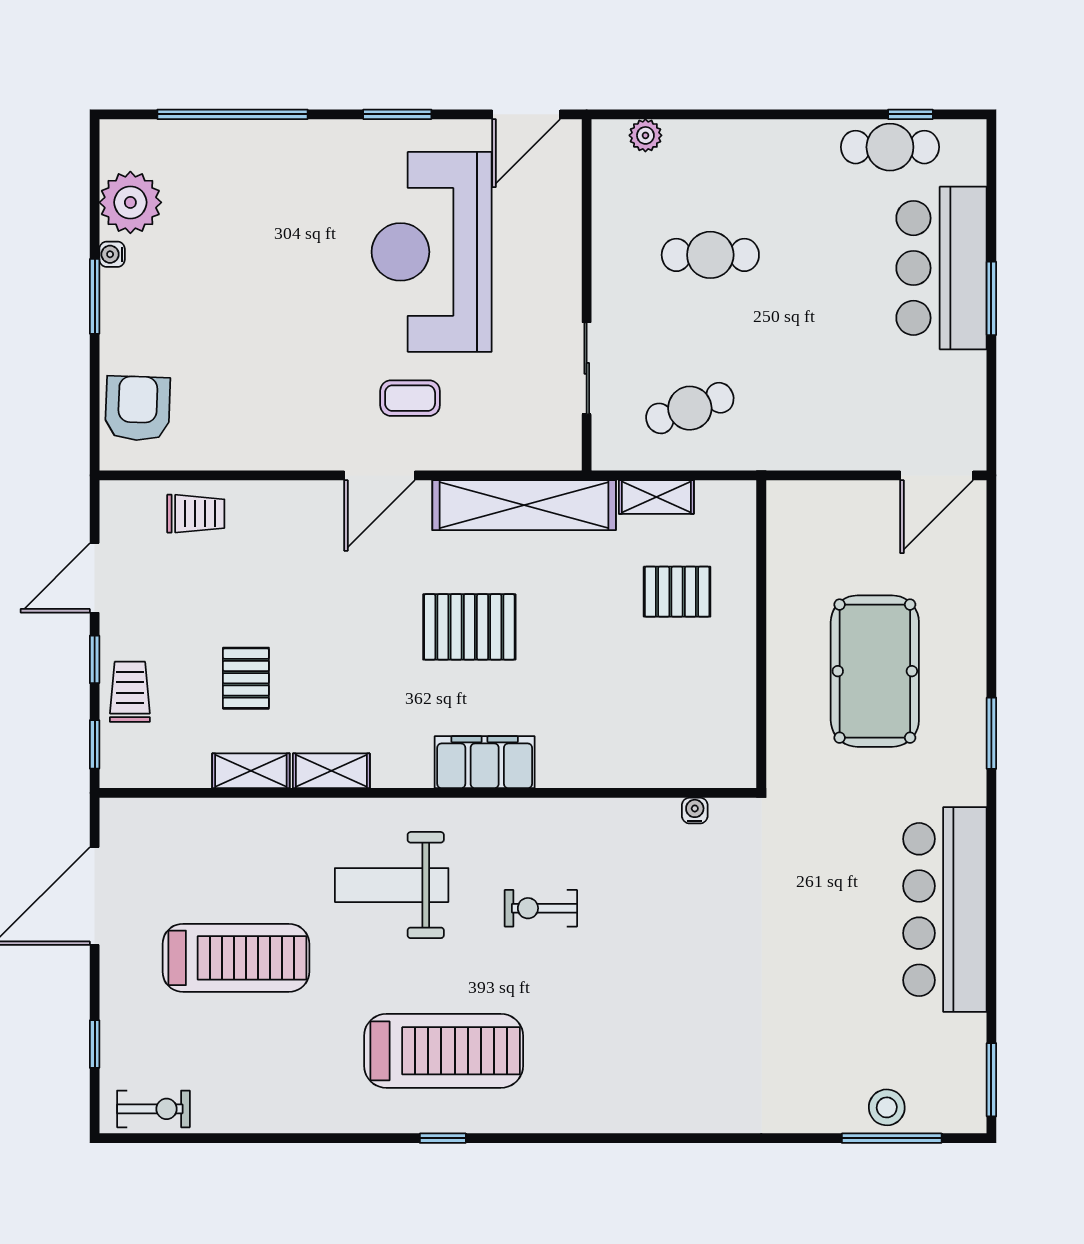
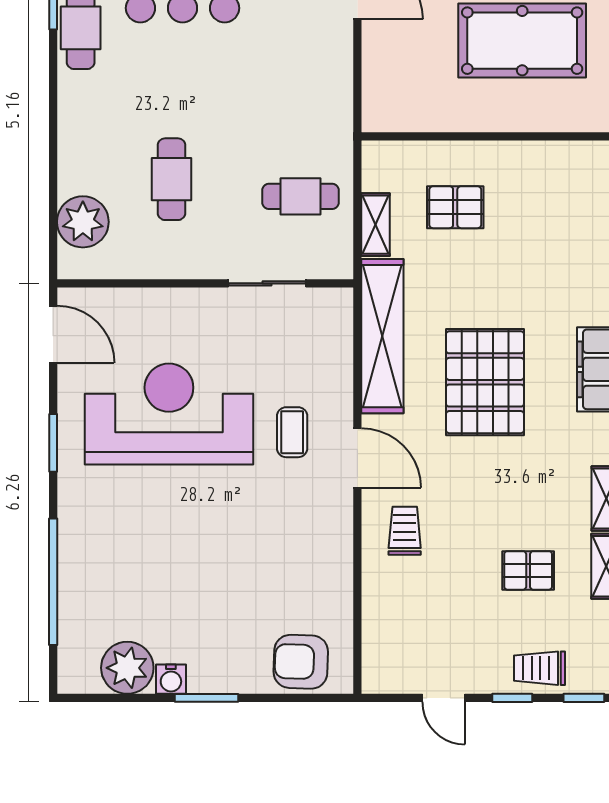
plant: (645, 135) -> (83, 222), width x1.88, depth x1.88
reception desk: (432, 252) -> (169, 414), turned 180
water cooler: (112, 254) -> (171, 679), width x1.38, depth x1.38
cafe table: (690, 408) -> (301, 196), turned -71
trolley: (196, 514) -> (405, 531), moved
door: (95, 578) -> (444, 698), width x0.73
pallet: (677, 592) -> (455, 207), turned 90
pallet: (469, 627) -> (485, 382), width x1.37, depth x1.41

